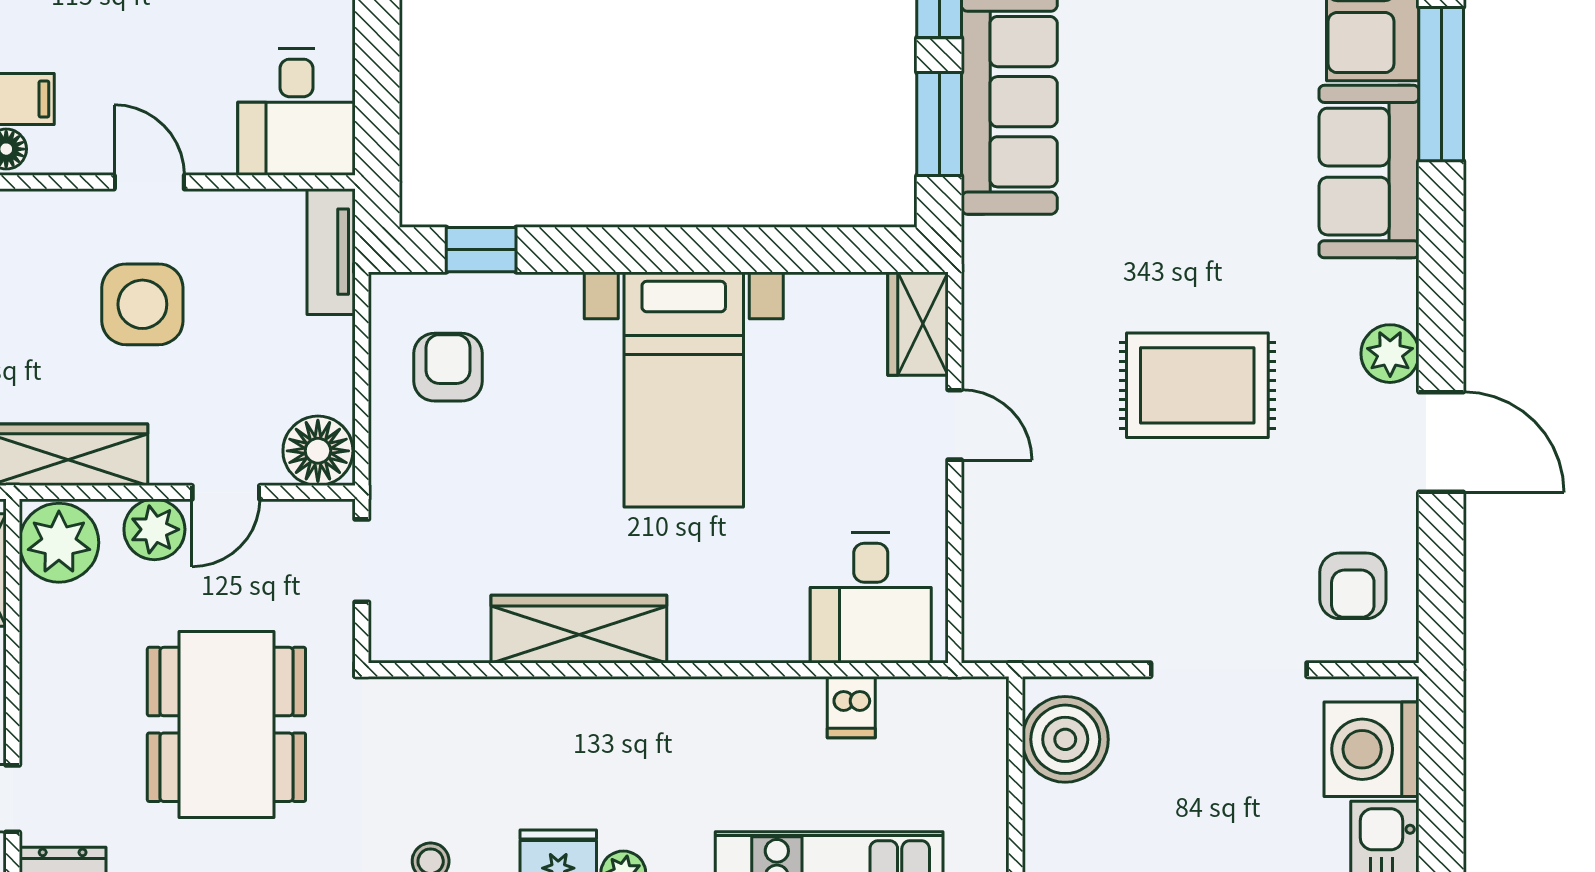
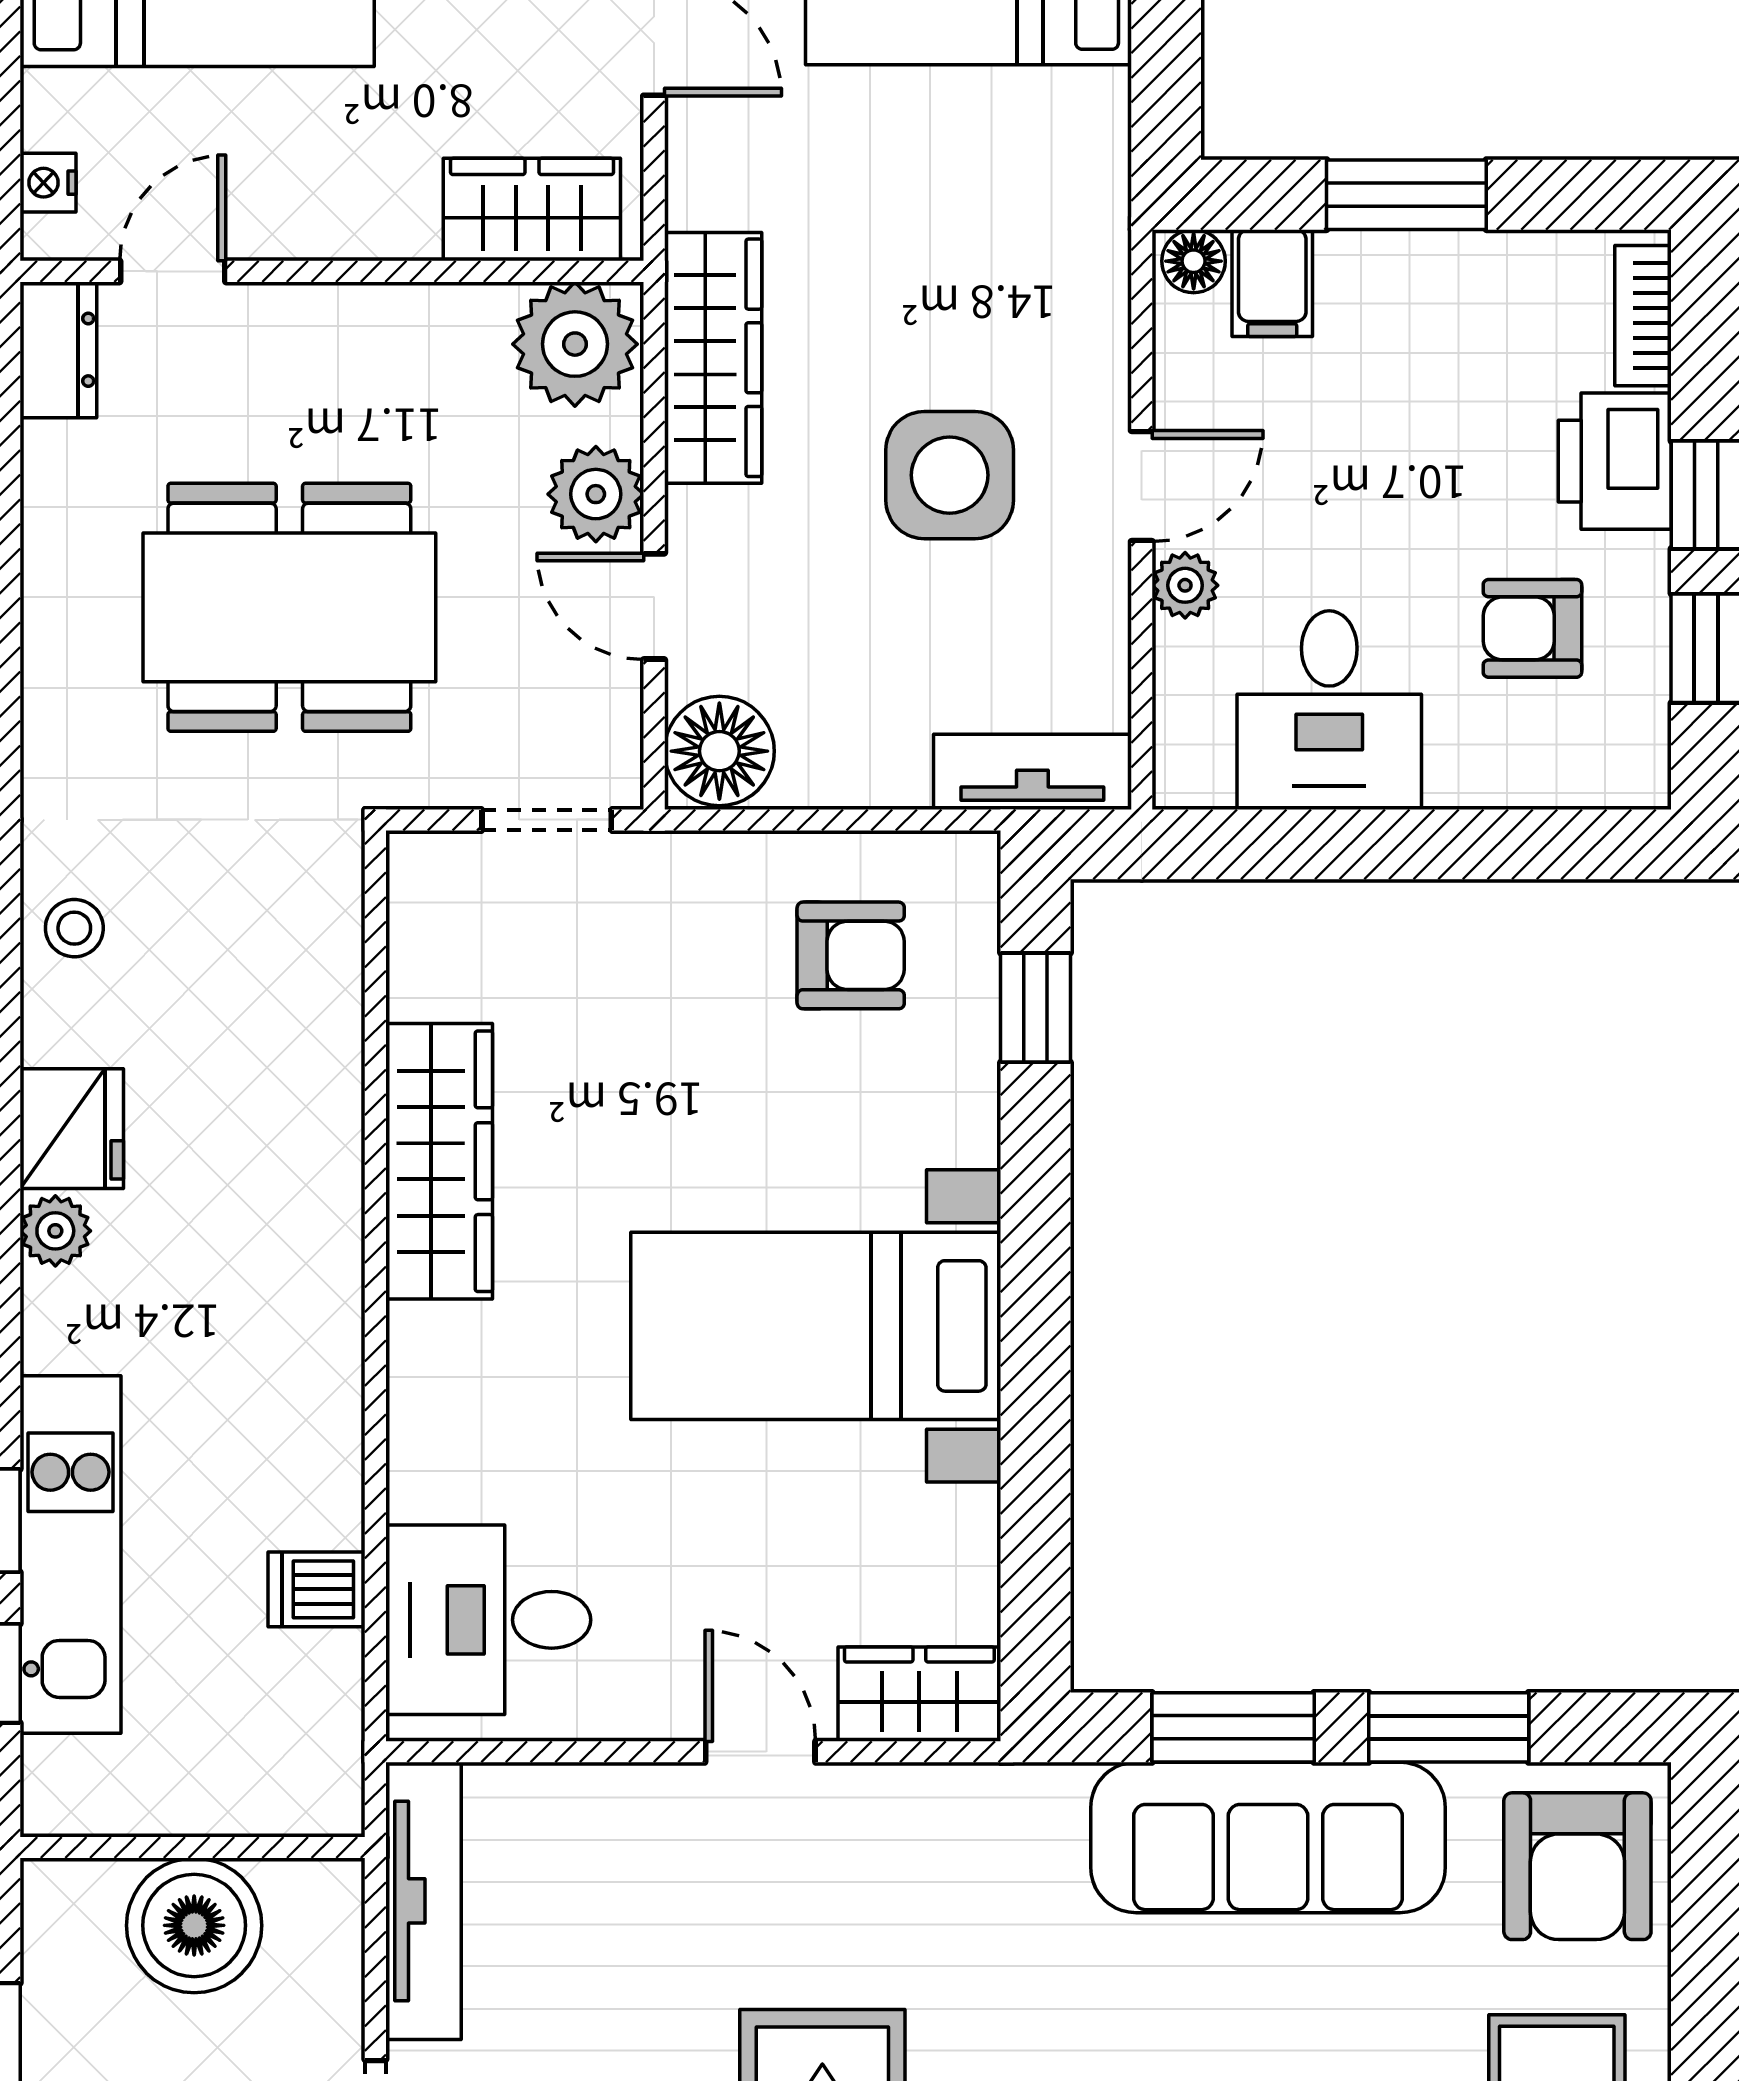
desk: (296, 112) -> (1329, 710), moved, turned -90
plant: (212, 154) -> (1185, 585), added
door: (955, 425) -> (760, 1752), swing flipped
tv unit: (1050, 639) -> (423, 1901), added
boiler: (1065, 739) -> (194, 1925), moved

